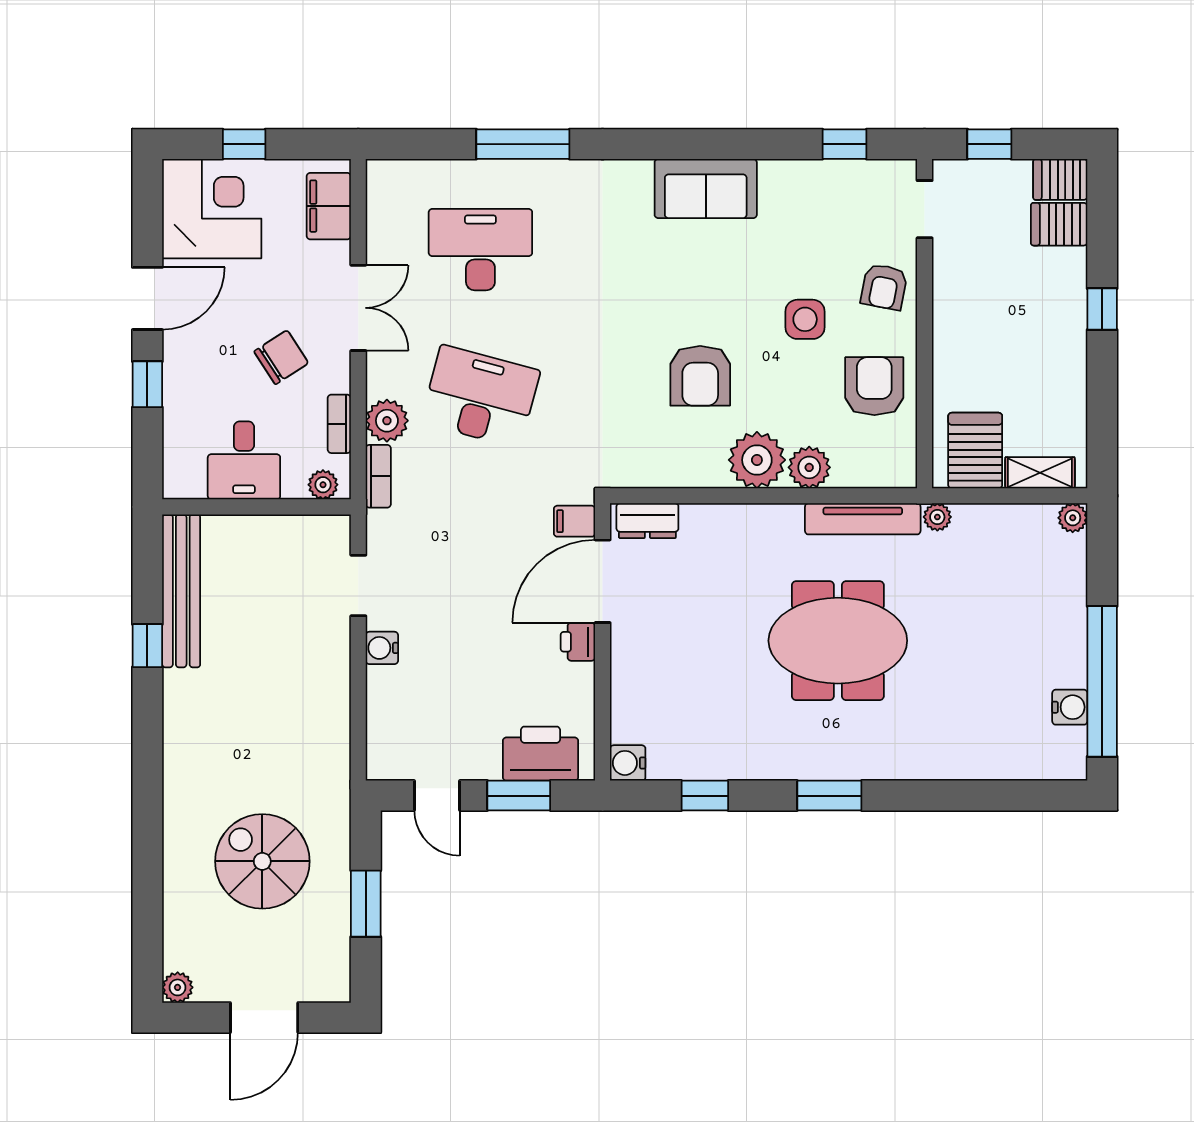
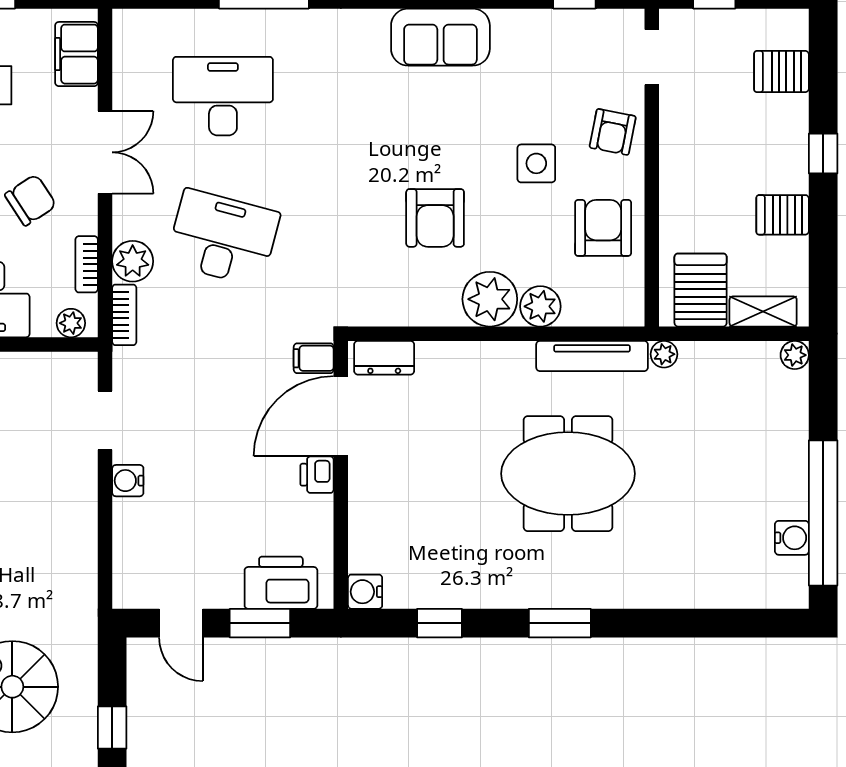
server rack: (1060, 179) -> (783, 215), moved
window: (366, 904) -> (112, 727), width x0.67

